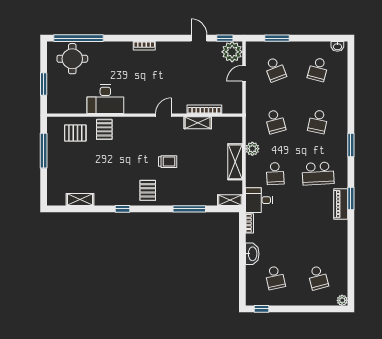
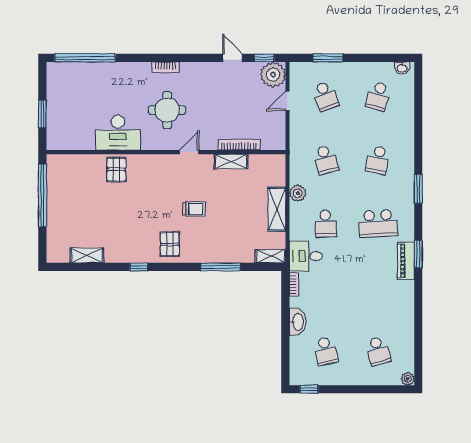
round table: (72, 59) -> (167, 110), moved
pallet: (75, 133) -> (81, 174), removed
window: (44, 151) -> (42, 195), width x1.46

